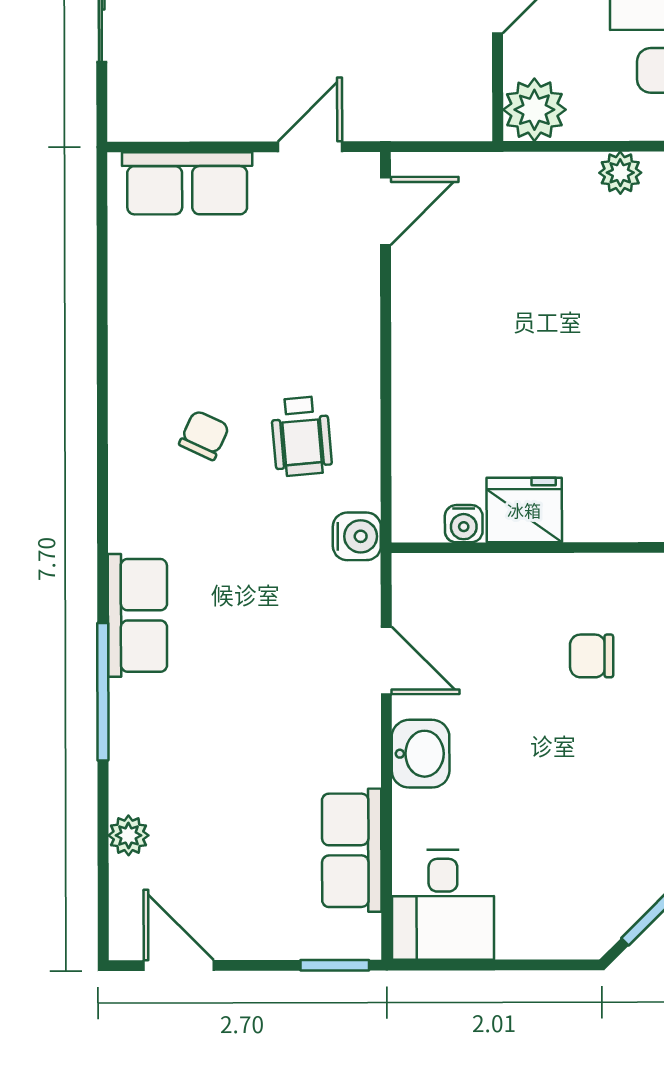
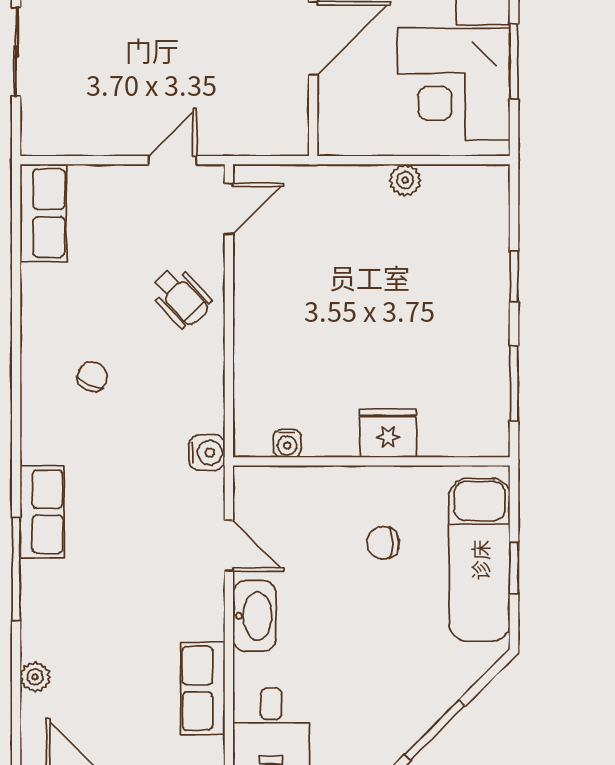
plant: (534, 110) -> (341, 133), removed
row of seats: (187, 183) -> (43, 213), moved, turned -90
wheelchair: (301, 436) -> (181, 297), moved, turned -38
fridge: (524, 510) -> (388, 433), moved
washbasin: (421, 754) -> (254, 616), width x1.38

